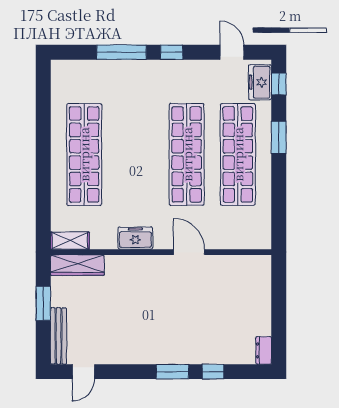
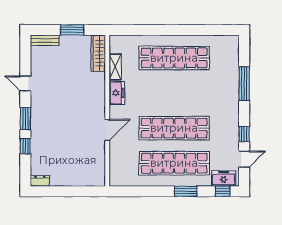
window: (172, 52) -> (244, 134), moved
shelving: (70, 241) -> (115, 67), moved
bench: (59, 336) -> (45, 40), width x0.73
door: (83, 372) -> (25, 83), moved

